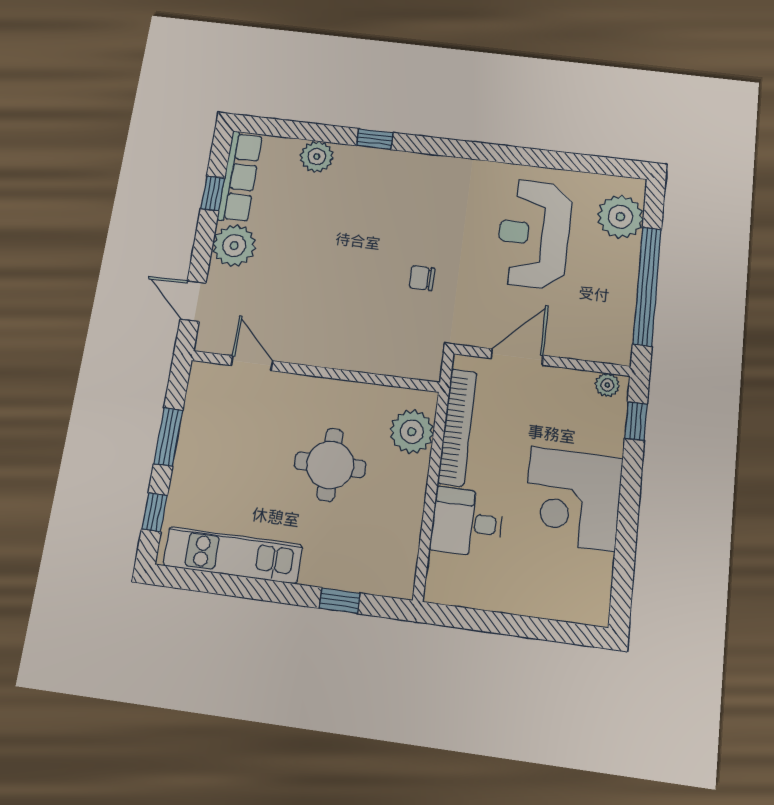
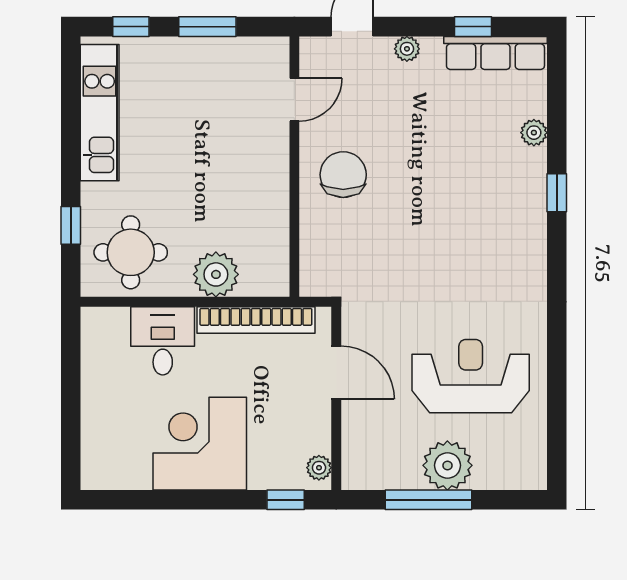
plant: (317, 156) -> (534, 133), width x0.73, depth x0.73
plant: (620, 217) -> (447, 465), moved
plant: (234, 246) -> (407, 49), width x0.53, depth x0.53
chair: (422, 278) -> (343, 175), moved, width x1.87, depth x1.87
window: (647, 286) -> (428, 500), width x0.68
plant: (412, 432) -> (216, 274), moved
round table: (330, 465) -> (131, 252), moved

